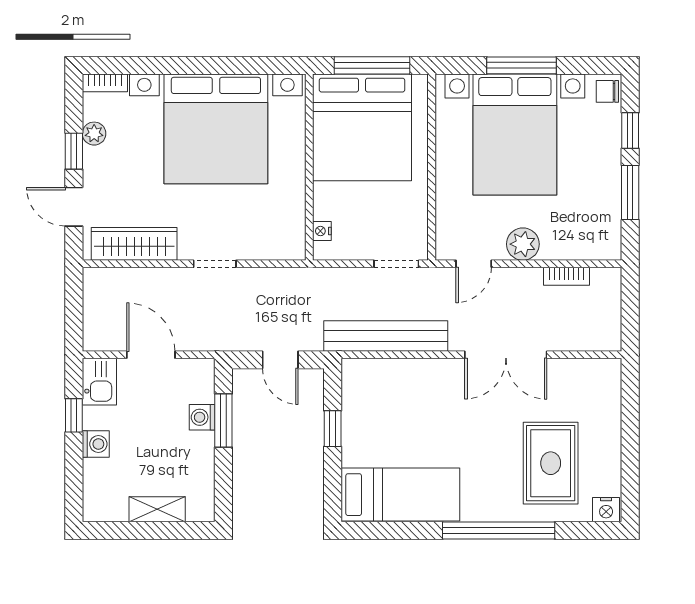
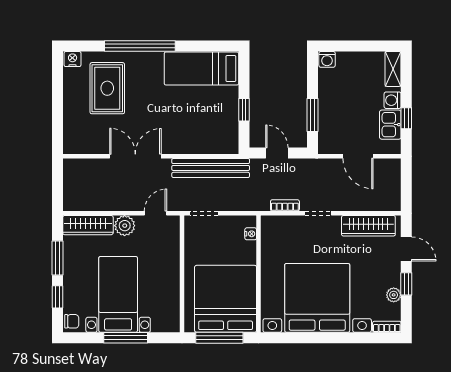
bed with nightstands: (515, 134) -> (118, 294), width x0.73
wardrobe: (581, 245) -> (88, 225), added
bookcase: (566, 276) -> (285, 205), moved
kitchen sink: (99, 382) -> (390, 125), moved
washing machine: (202, 417) -> (327, 59), moved, turned 90
shelving: (157, 509) -> (393, 69), moved, turned 90

